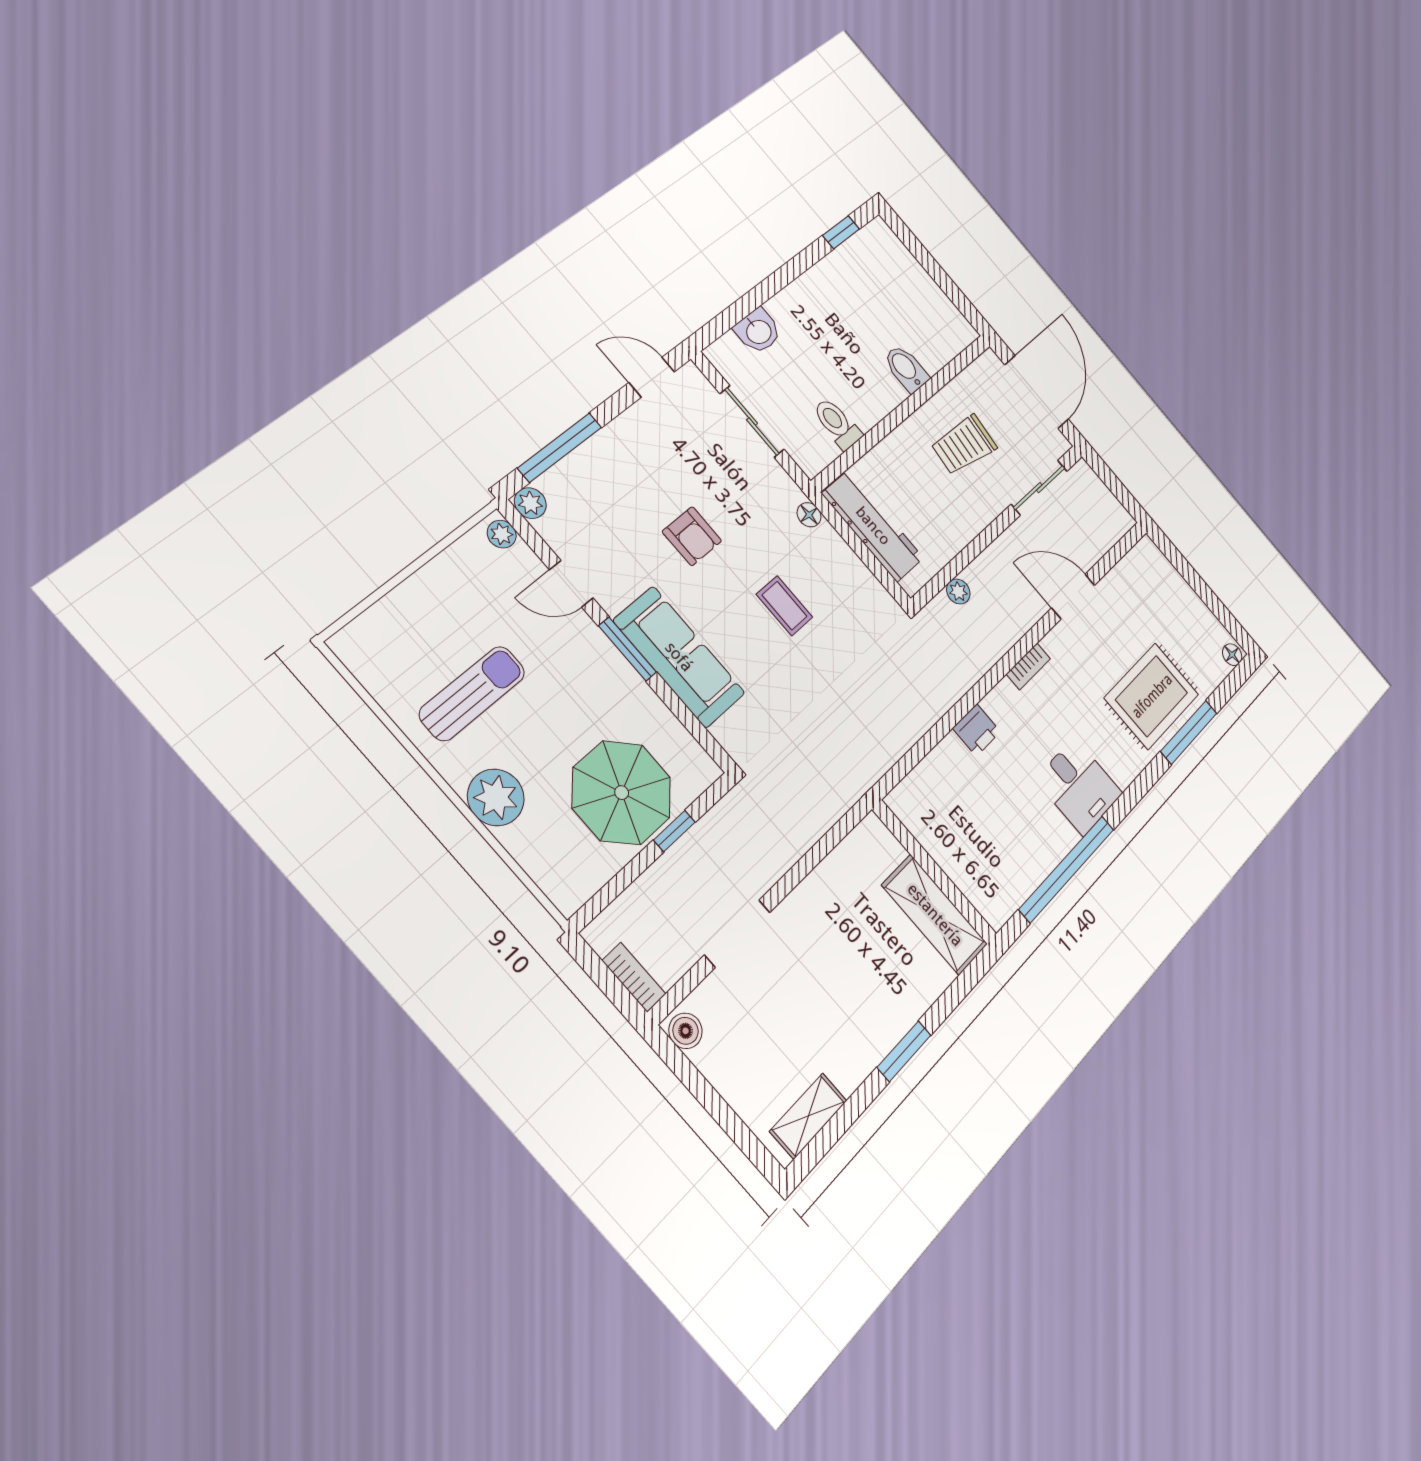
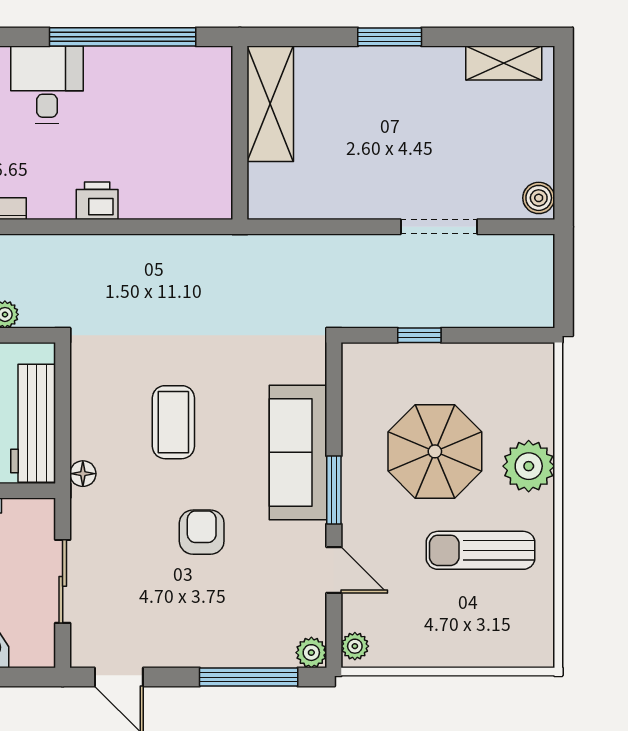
coffee table: (784, 606) -> (173, 422), width x1.36, depth x1.30
parasol: (622, 793) -> (435, 451), moved
bookcase: (634, 977) -> (542, 265), removed

